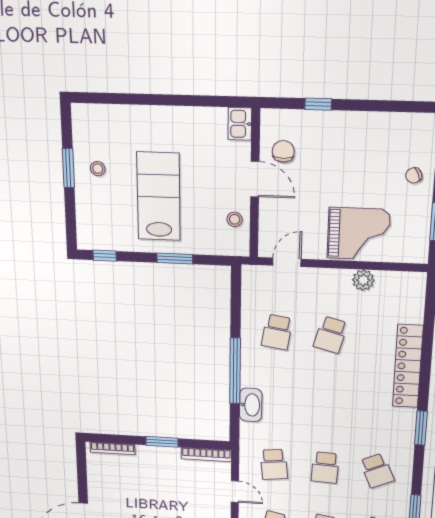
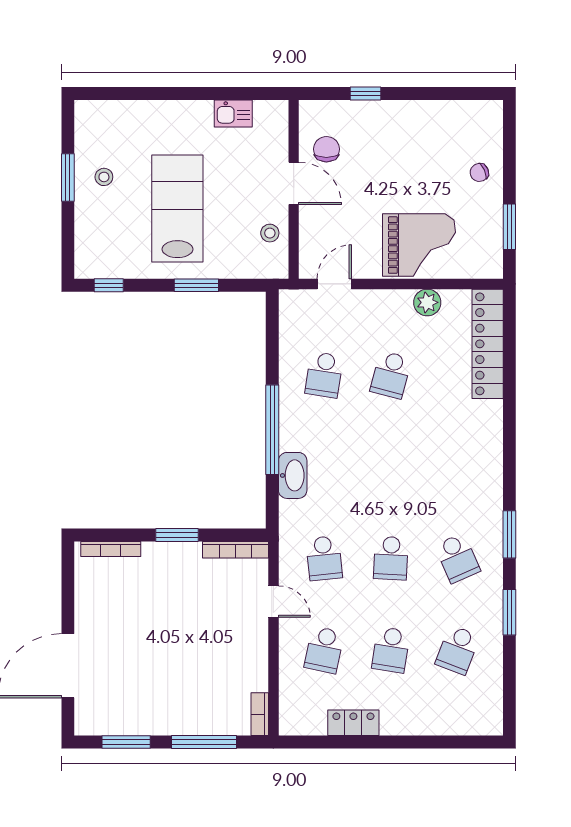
kitchen sink: (240, 124) -> (233, 113), moved, turned -90
locker: (408, 366) -> (488, 344), moved
window: (421, 428) -> (509, 534), moved

